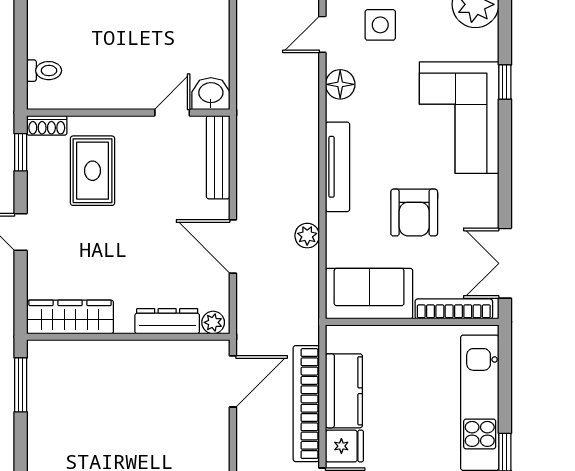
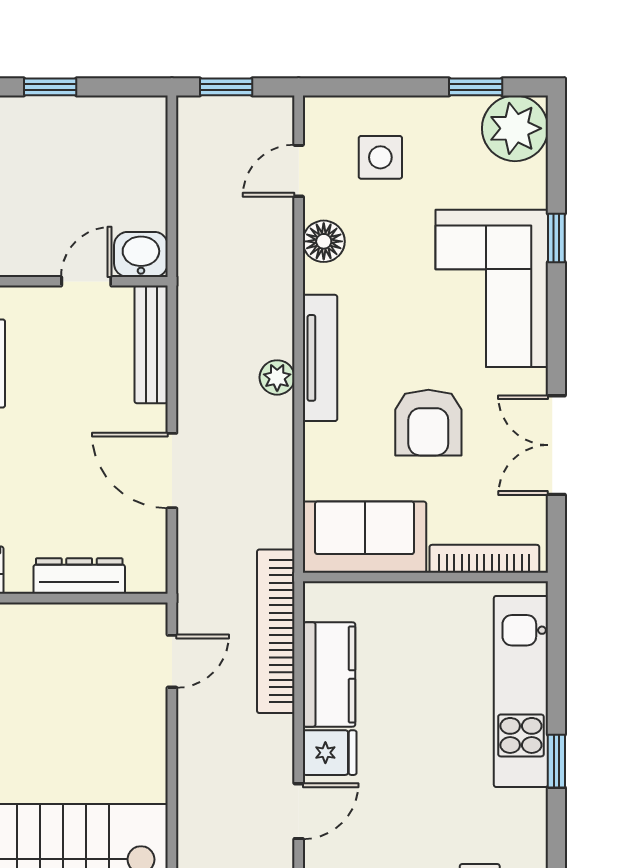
plant: (307, 236) -> (277, 377), moved
double door: (505, 263) -> (556, 445), moved
plant: (213, 322) -> (144, 578), removed
door: (233, 381) -> (172, 661), width x0.73
bookcase: (306, 404) -> (276, 631), moved

